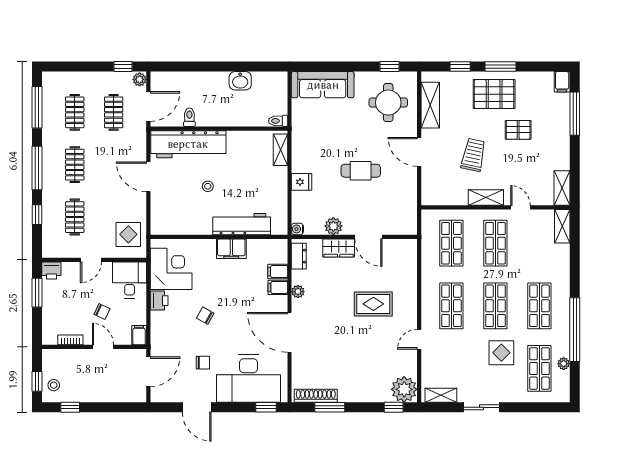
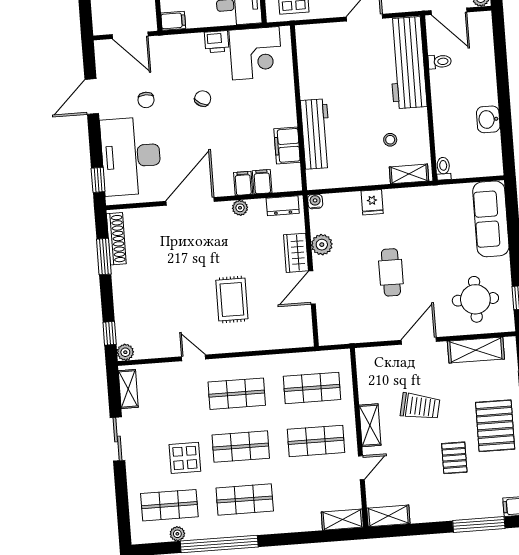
stool: (208, 186) -> (390, 140), moved
filing cabinet: (231, 249) -> (287, 146), moved
plant: (404, 389) -> (125, 352), width x0.53, depth x0.53

